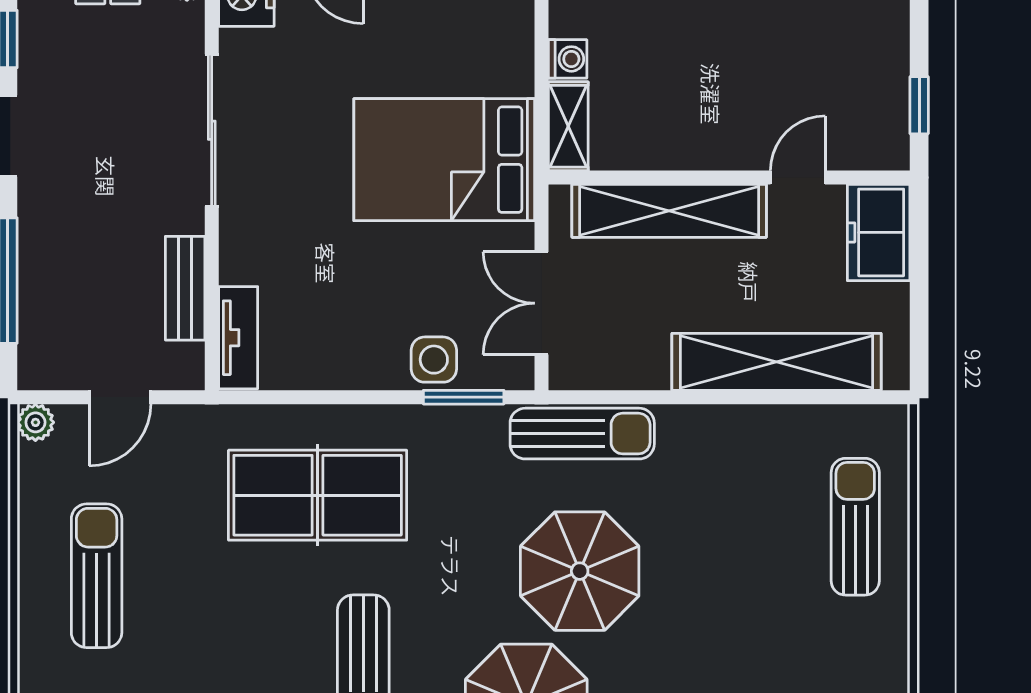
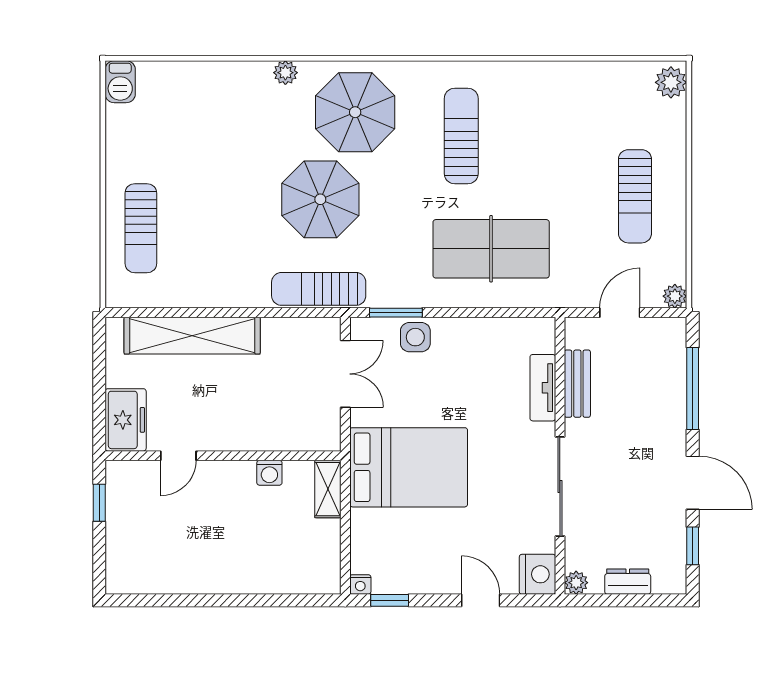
washing machine: (568, 59) -> (269, 473), moved, turned -90
shelving: (669, 211) -> (262, 434), removed
tv unit: (238, 338) -> (543, 388), moved

